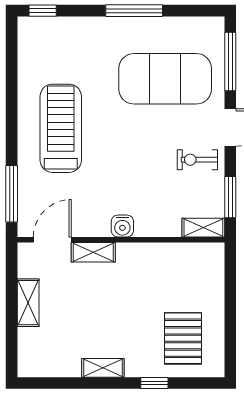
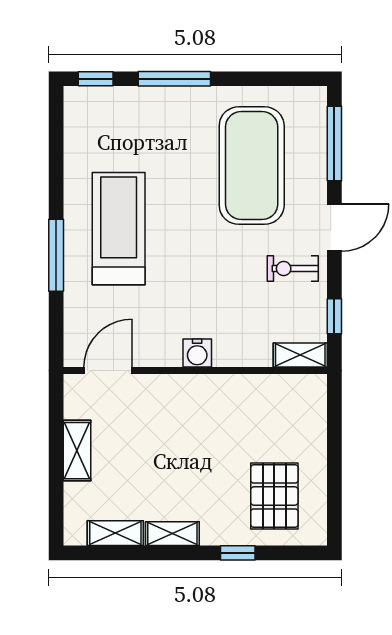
window: (134, 11) -> (174, 79), moved
exercise mat: (165, 79) -> (252, 166), turned 90
window: (12, 194) -> (56, 255), moved
window: (230, 197) -> (334, 316), width x0.67
shelving: (93, 252) -> (115, 533), moved

